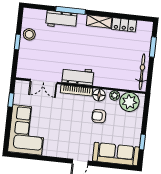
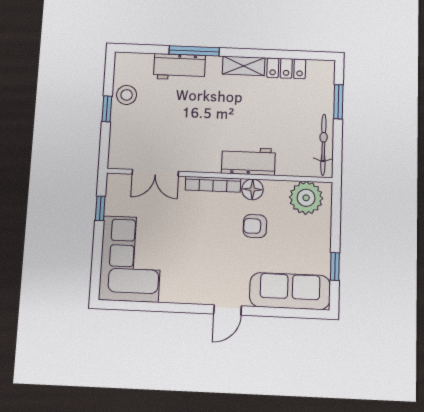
workbench: (78, 76) -> (248, 161), moved
plant: (115, 95) -> (280, 188), removed

